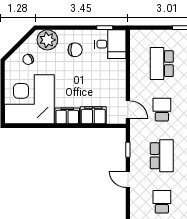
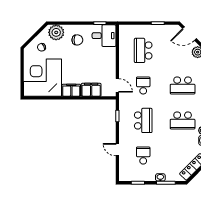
door: (128, 179) -> (117, 150), moved

